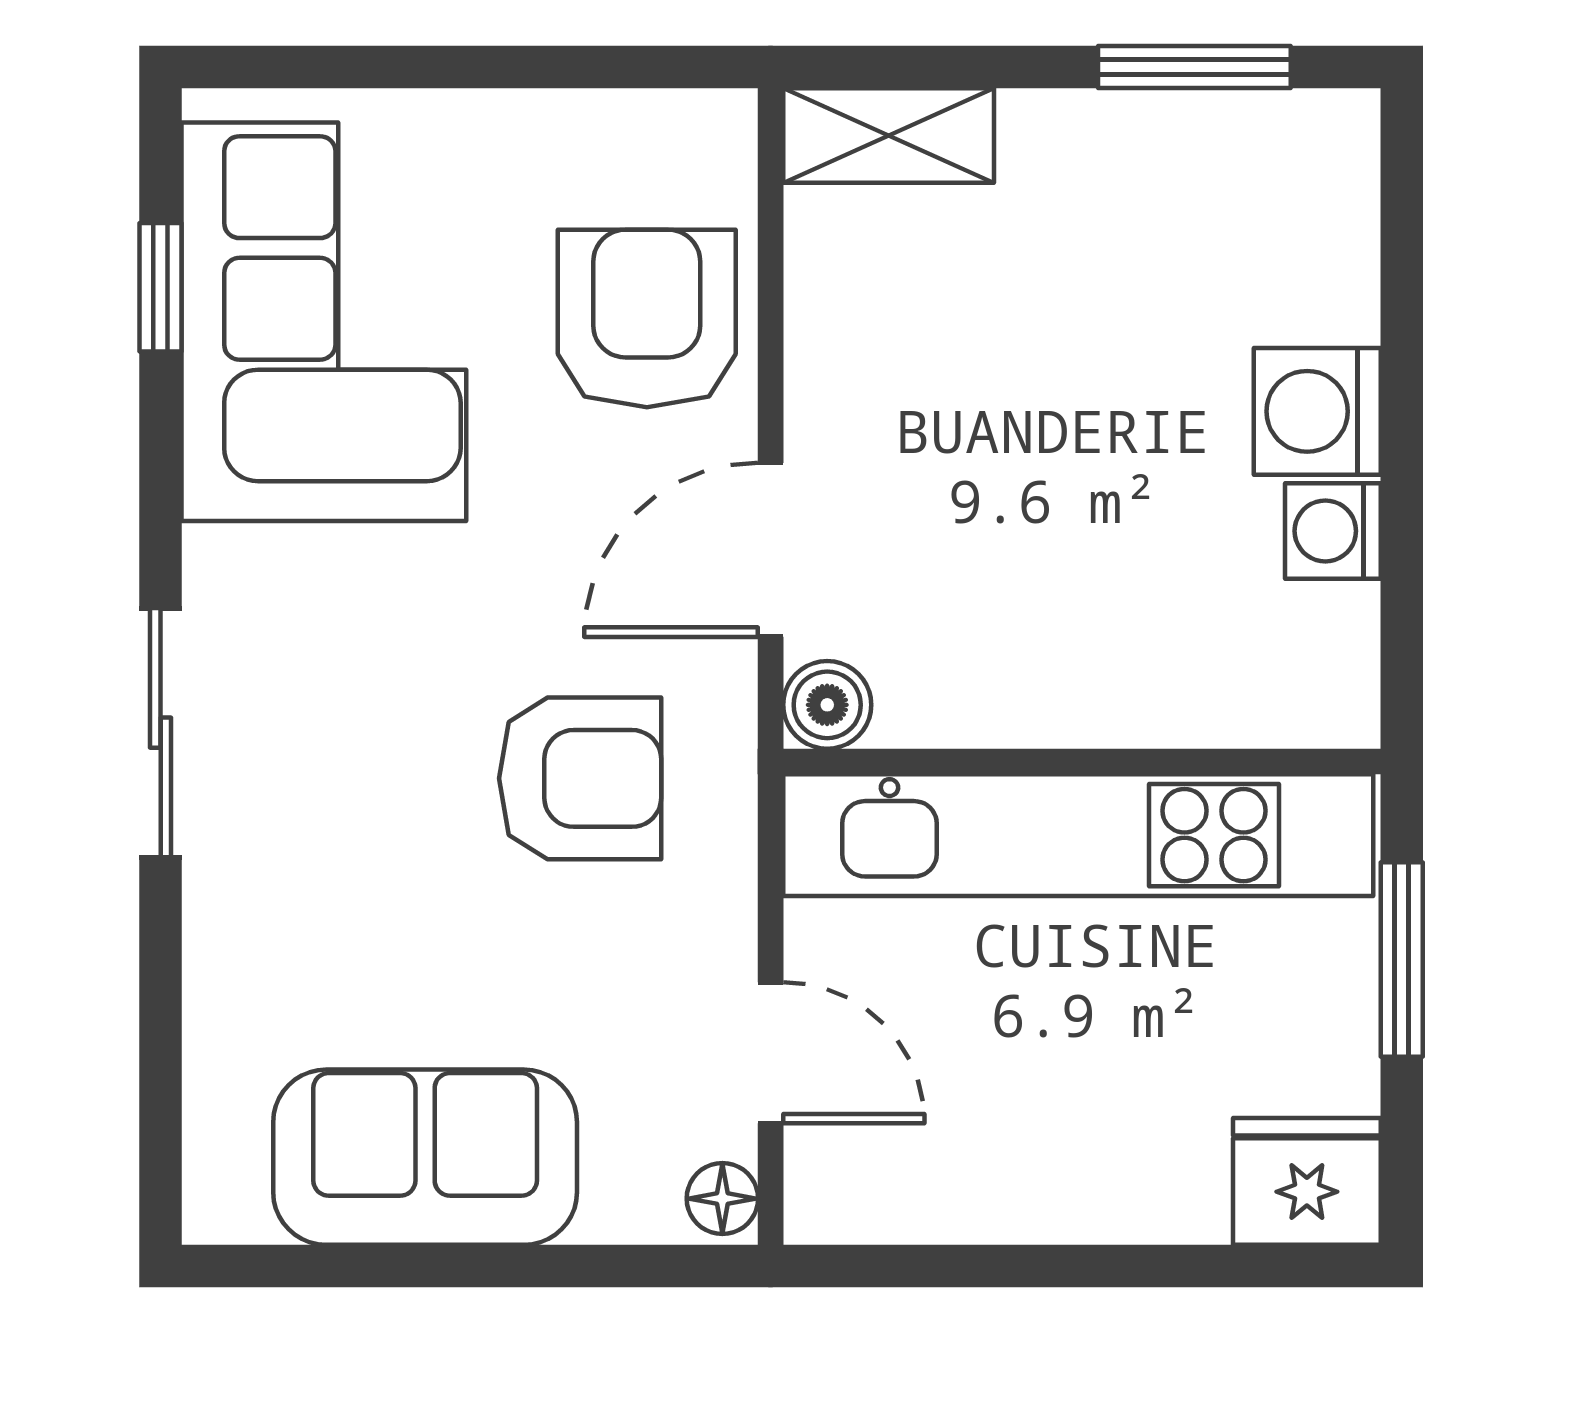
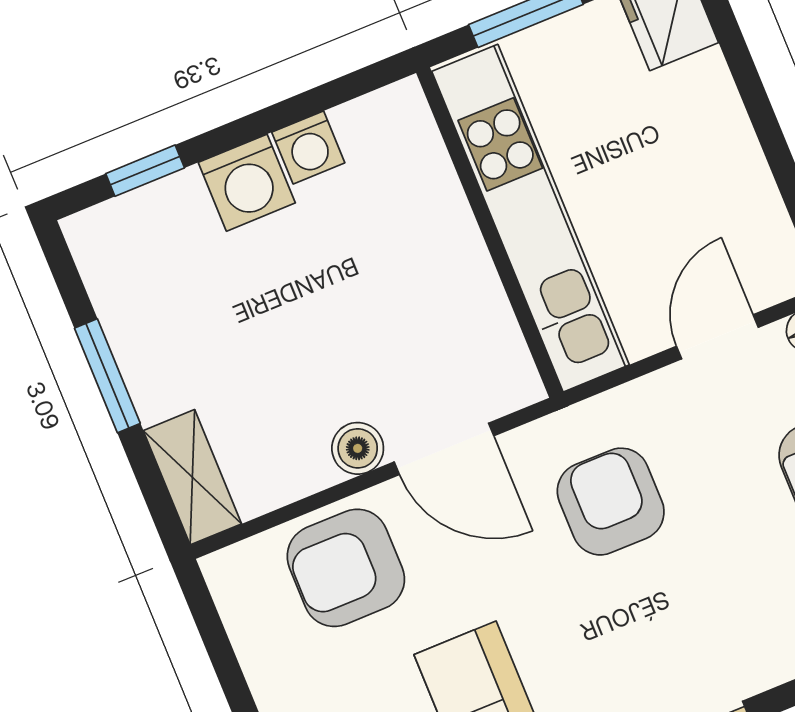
window: (1194, 67) -> (107, 376), moved
window: (1402, 259) -> (145, 171), added
boiler: (827, 705) -> (358, 448), moved

